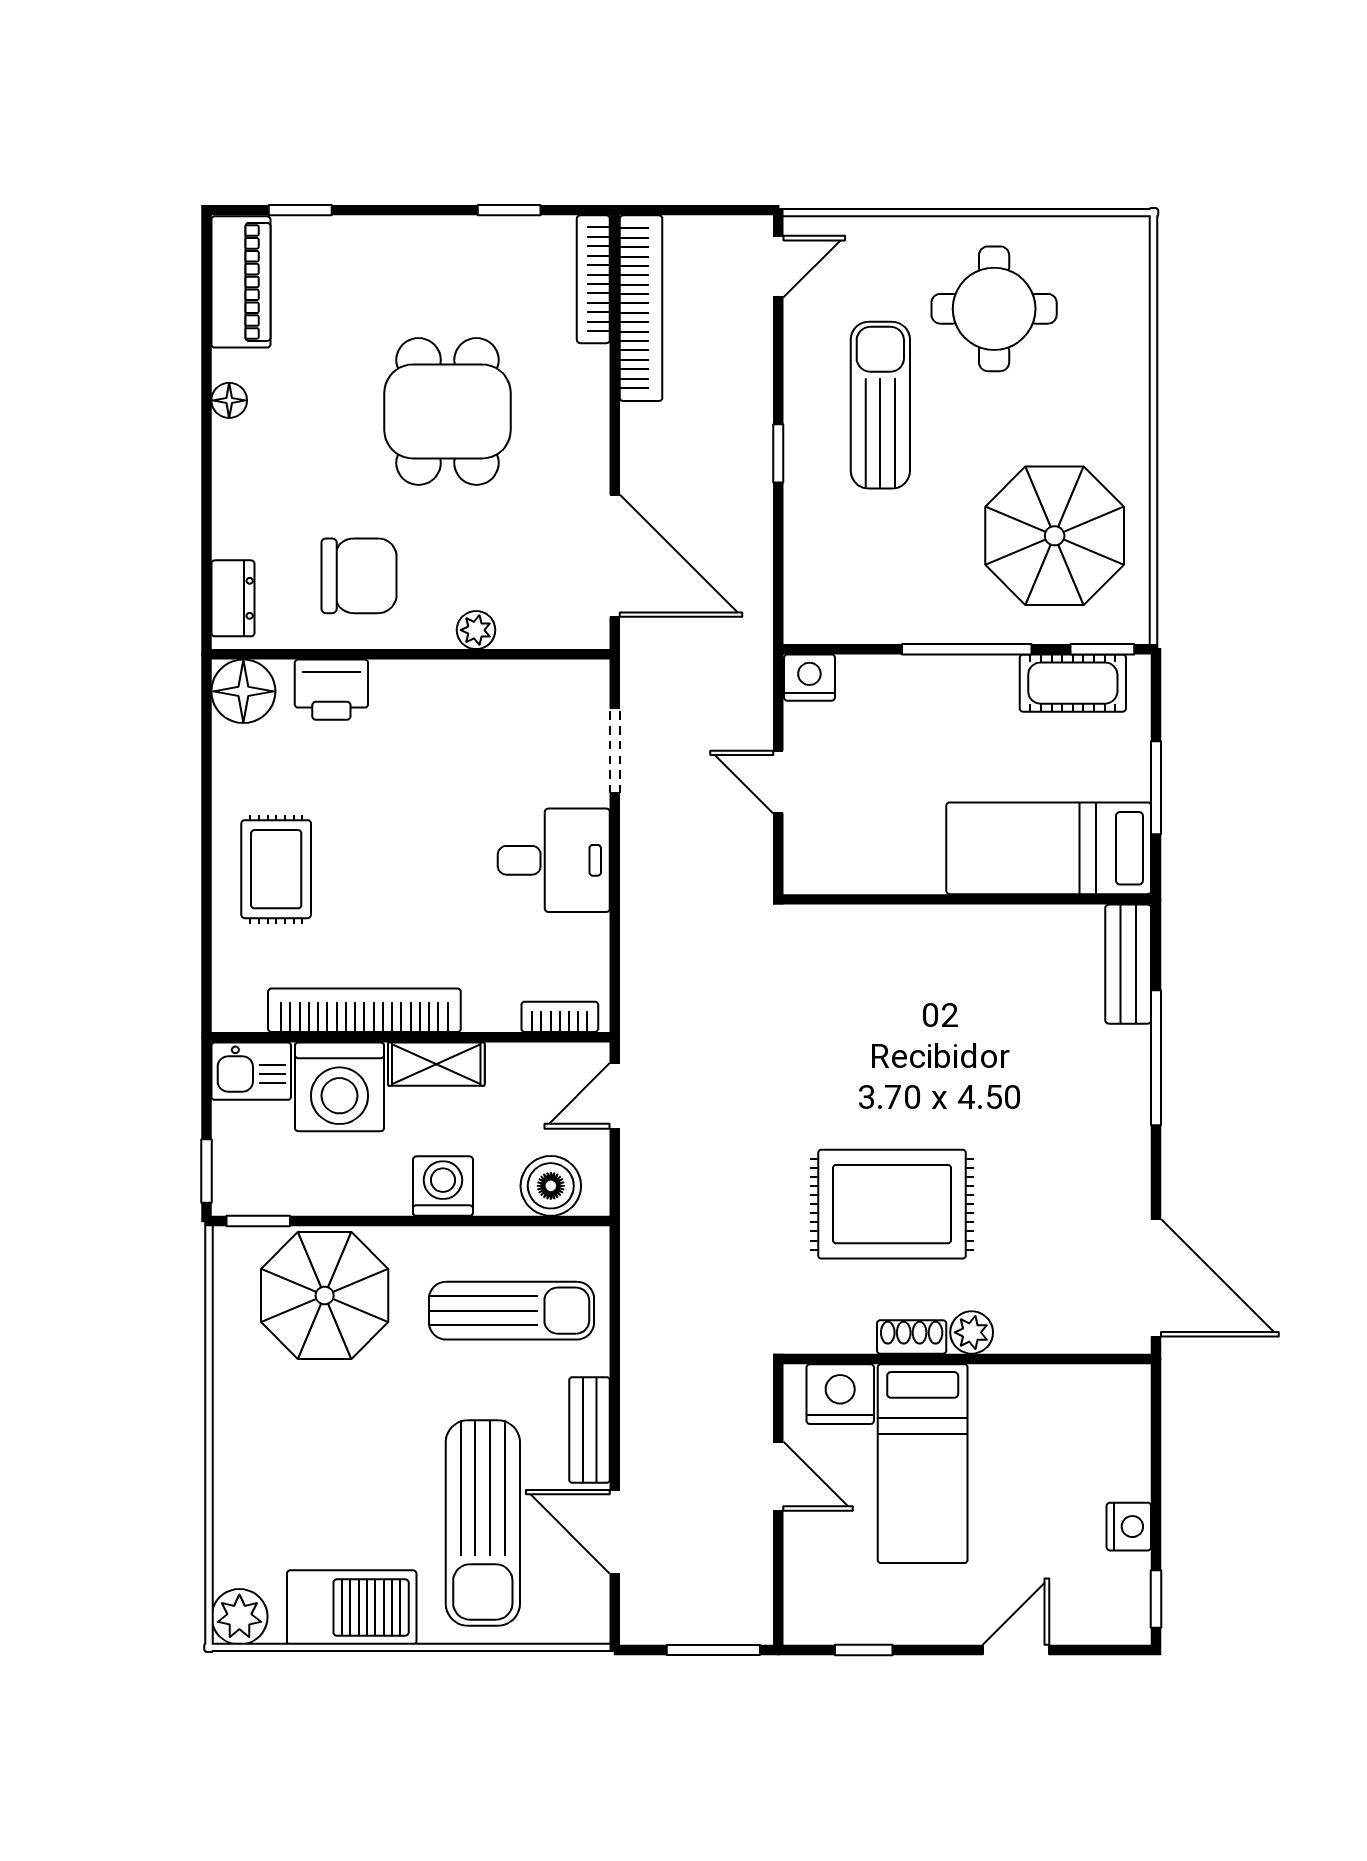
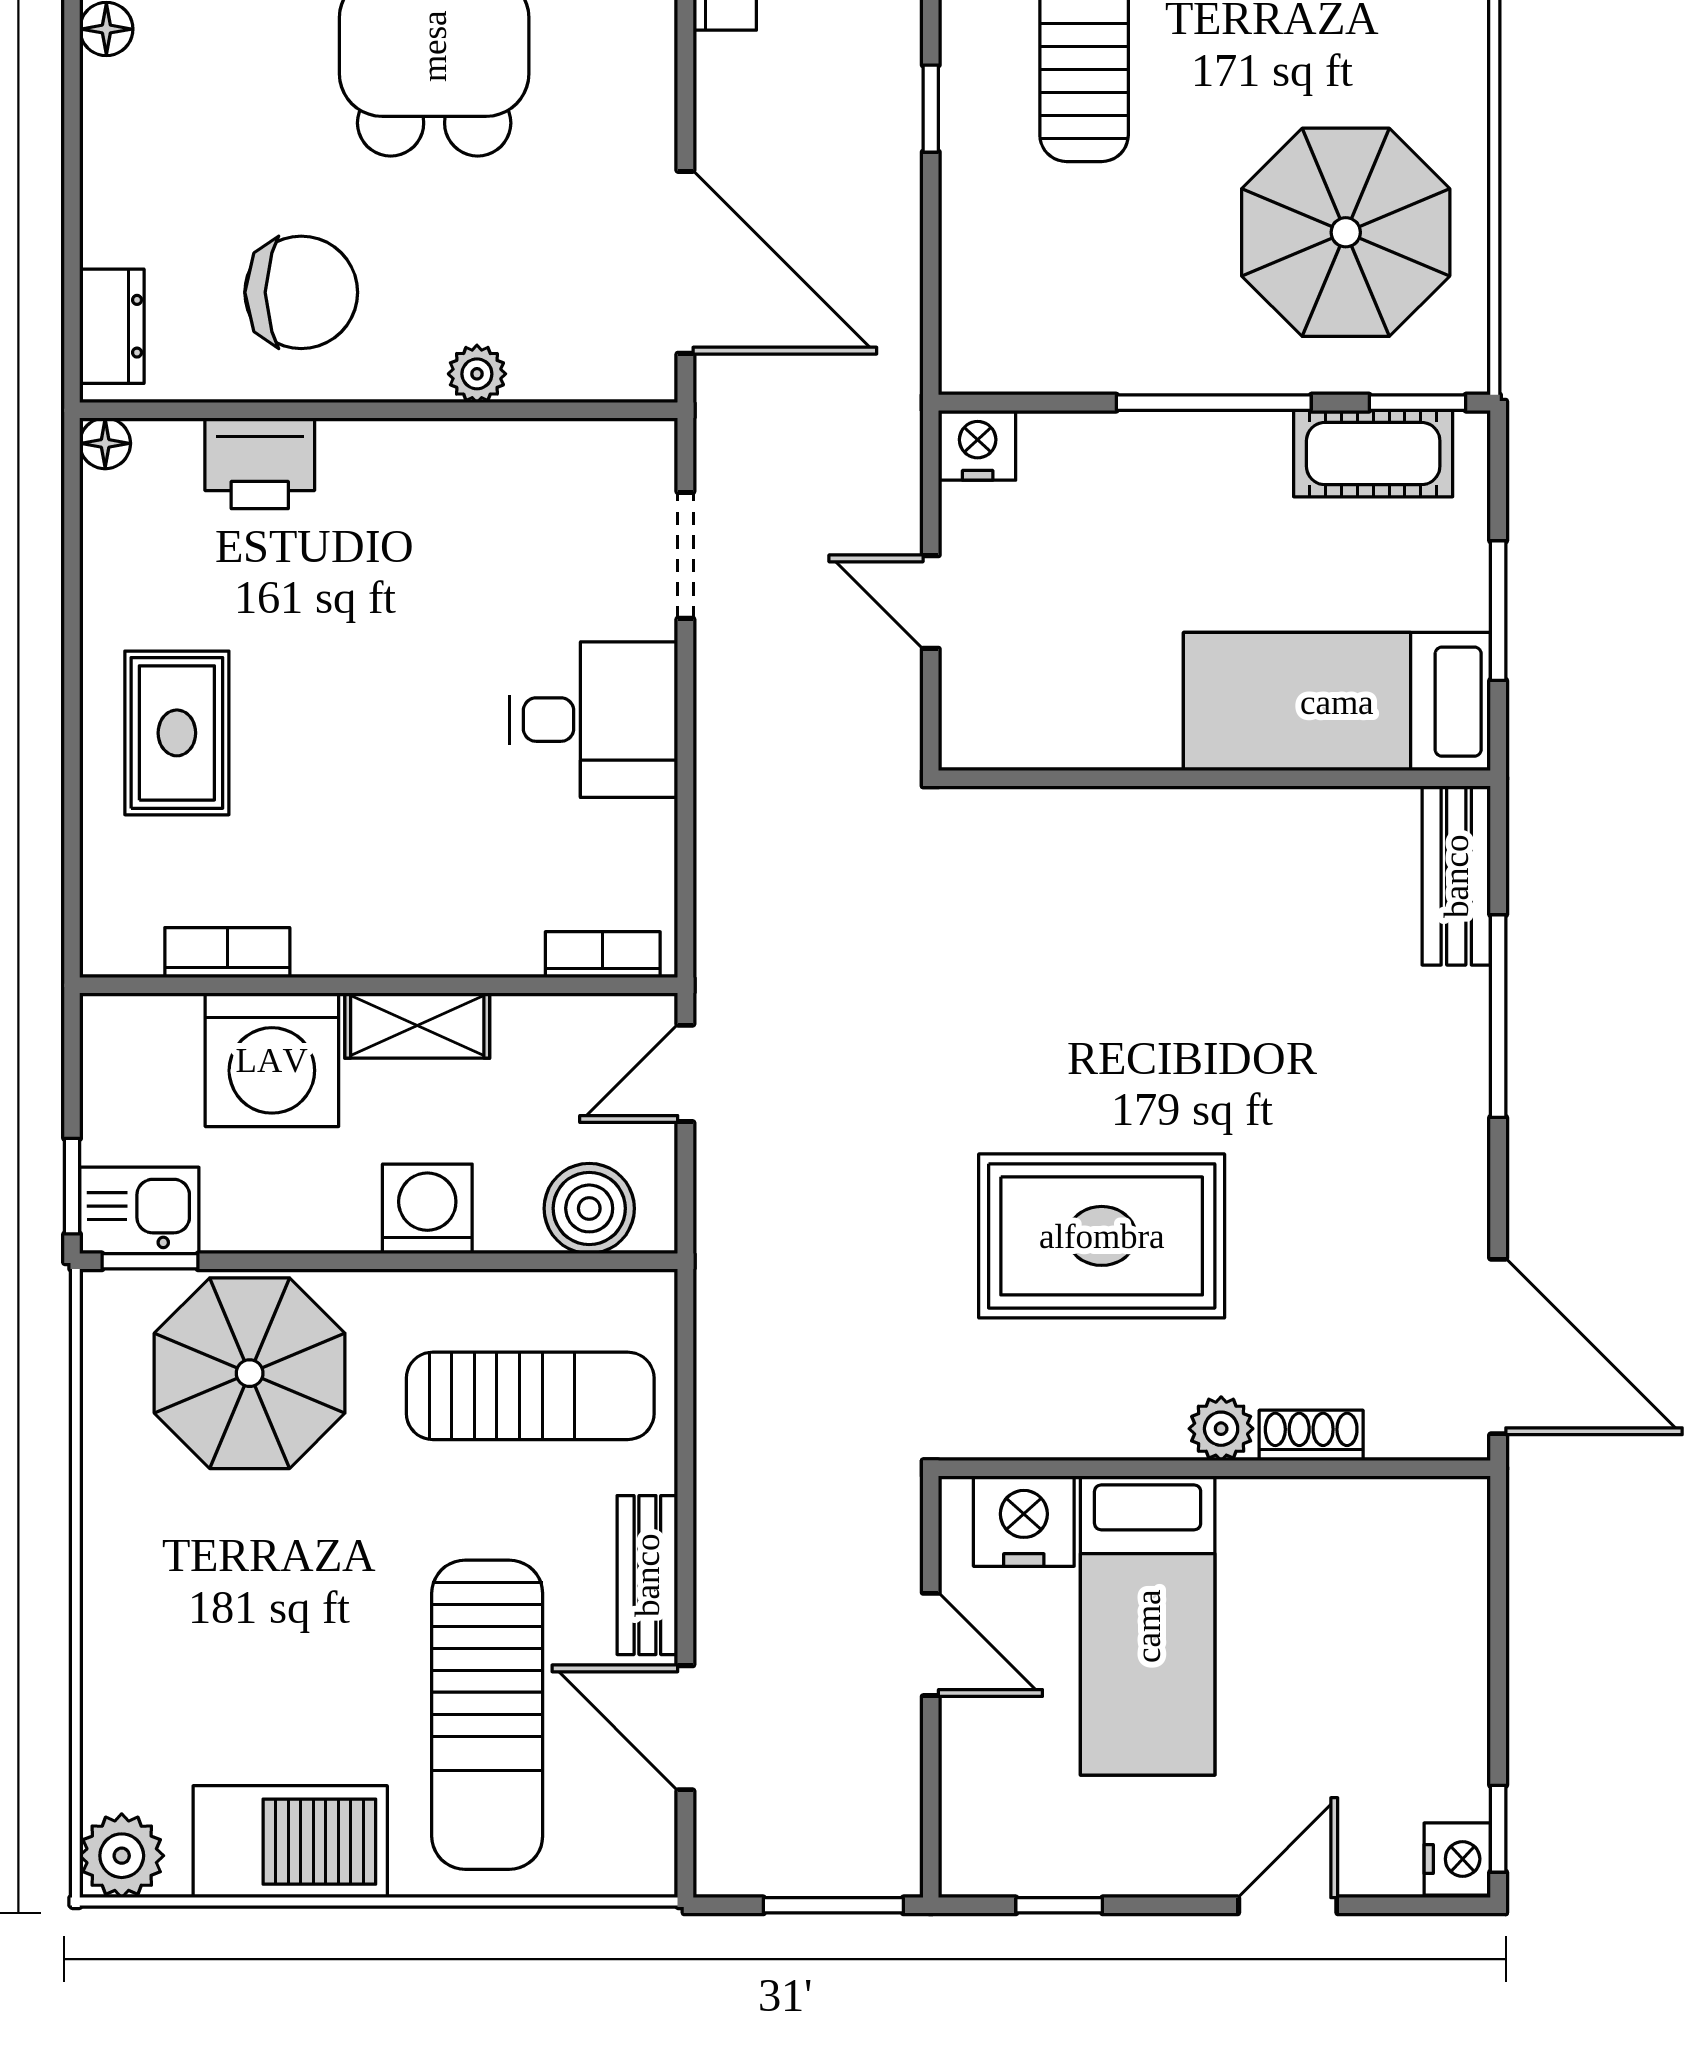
floor lamp: (243, 691) -> (105, 443), width x0.53, depth x0.53
bookcase: (364, 1010) -> (227, 953), width x0.43, depth x0.76
kitchen sink: (251, 1071) -> (139, 1210), moved, turned 180
shoe rack: (912, 1337) -> (1311, 1435), moved
nightstand: (1129, 1527) -> (1457, 1859), moved

